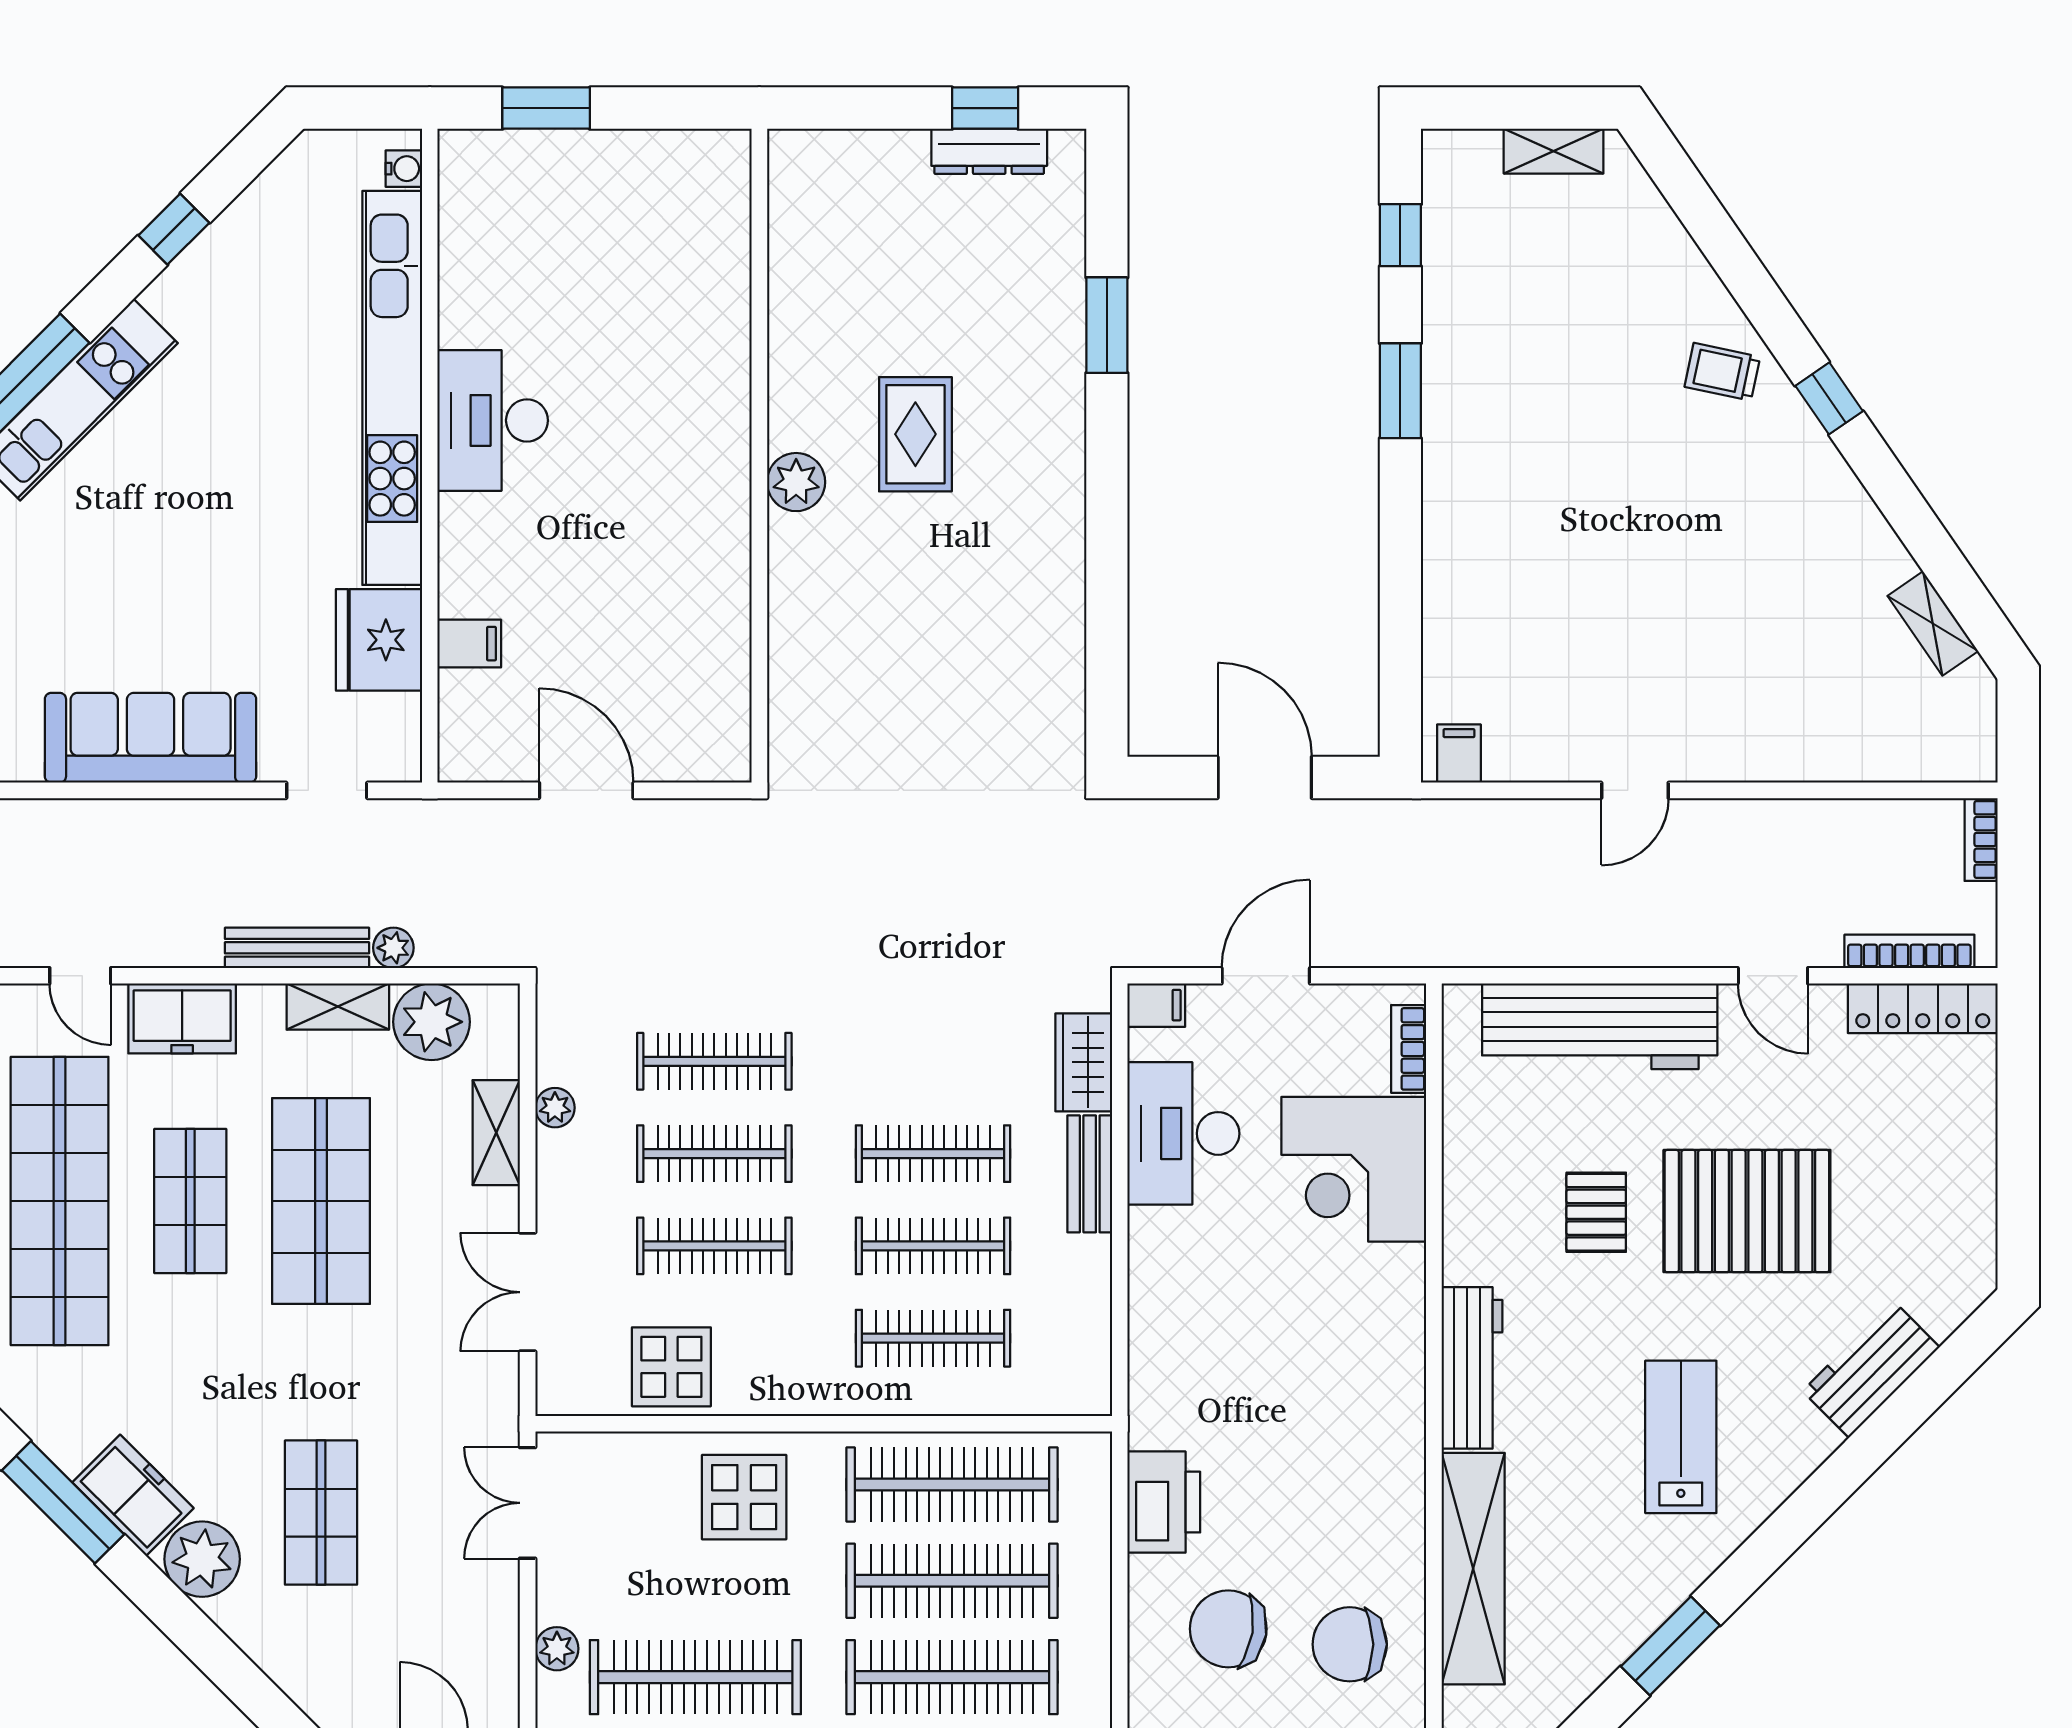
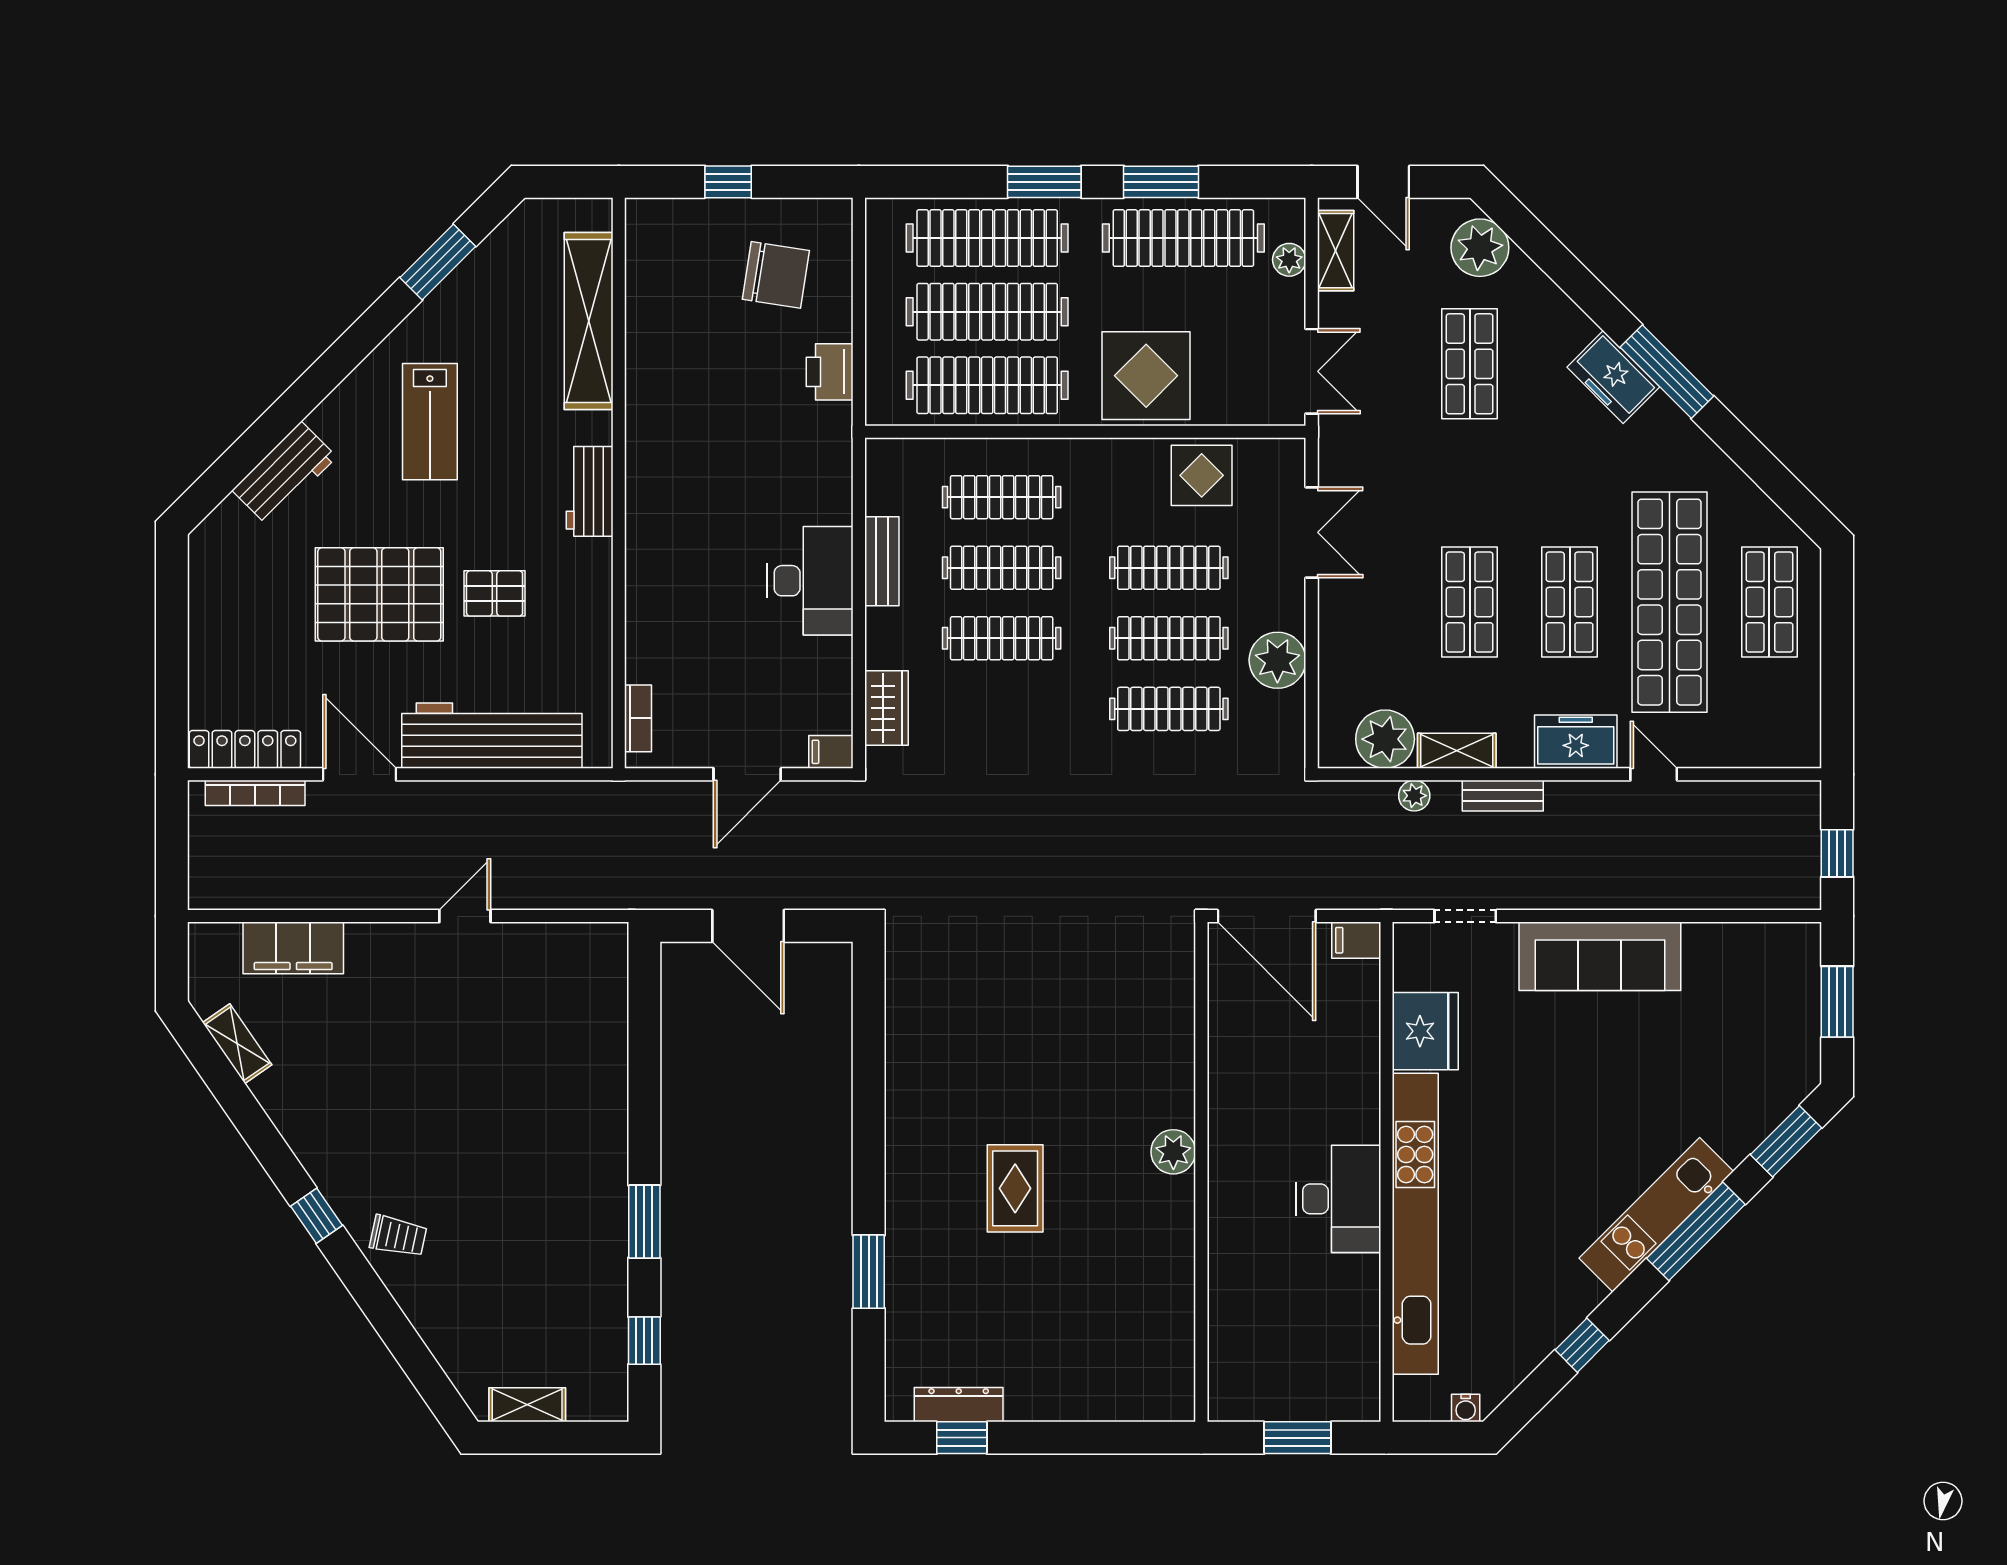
water cooler: (404, 169) -> (1466, 1408), moved, turned -90
wall: (759, 456) -> (1201, 1172), moved
plant: (796, 482) -> (1173, 1152), moved
filing cabinet: (469, 644) -> (1356, 940), moved
filing cabinet: (1459, 754) -> (293, 948), moved, width x3.00, depth x1.17
door: (586, 790) -> (1267, 916), width x1.36
bookcase: (1981, 839) -> (200, 878), removed
bench: (297, 948) -> (1503, 796), width x0.73
door: (1773, 976) -> (359, 774), width x1.38
plant: (555, 1108) -> (1277, 660), width x1.88, depth x1.88
shelving: (496, 1133) -> (1336, 251), moved
desk: (1183, 1133) -> (810, 581), moved
corner desk: (1354, 1169) -> (680, 626), removed
bench: (1090, 1174) -> (882, 561), moved
shop shelf: (321, 1201) -> (1470, 602), width x0.70, depth x0.74
pallet: (1596, 1212) -> (495, 593), turned 90
workbench: (1472, 1368) -> (590, 491), width x0.73
display table: (744, 1497) -> (1146, 376), width x1.36, depth x1.36
printer: (1164, 1502) -> (830, 372), width x0.73, depth x0.84
plant: (202, 1559) -> (1480, 248), moved
chair: (1350, 1644) -> (683, 263), removed

